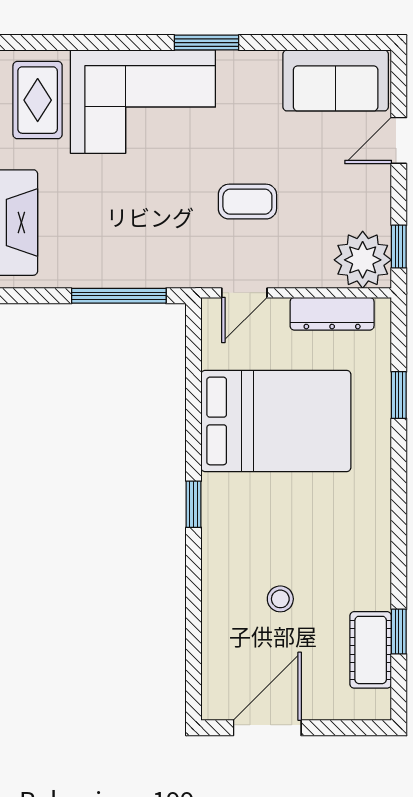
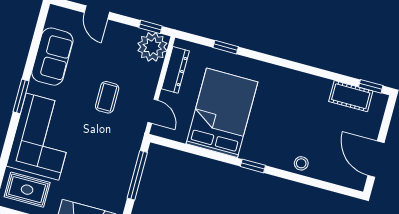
sofa: (336, 80) -> (52, 57), moved
stool: (280, 599) -> (301, 163), moved
window: (399, 632) -> (371, 86), moved

